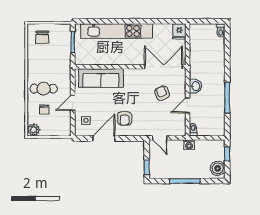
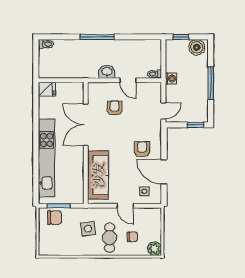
chair: (42, 37) -> (55, 218), moved
double door: (164, 67) -> (86, 125), moved
side table: (52, 69) -> (88, 229), added
armchair: (162, 93) -> (114, 108), turned 114
window: (227, 98) -> (97, 37), moved
armchair: (125, 118) -> (142, 149), turned -90

